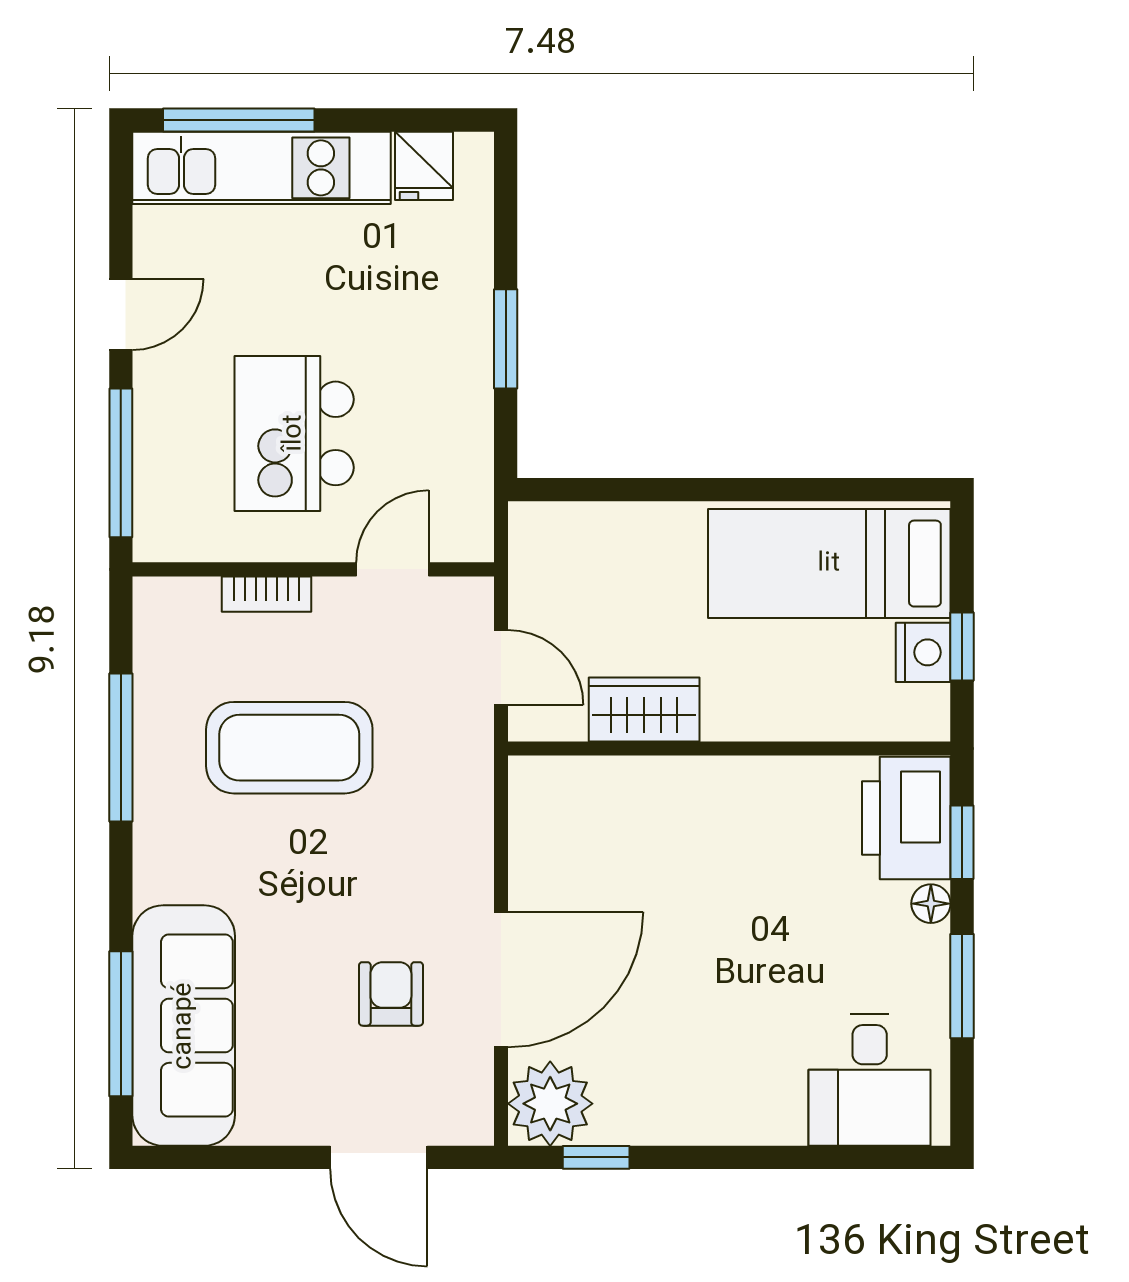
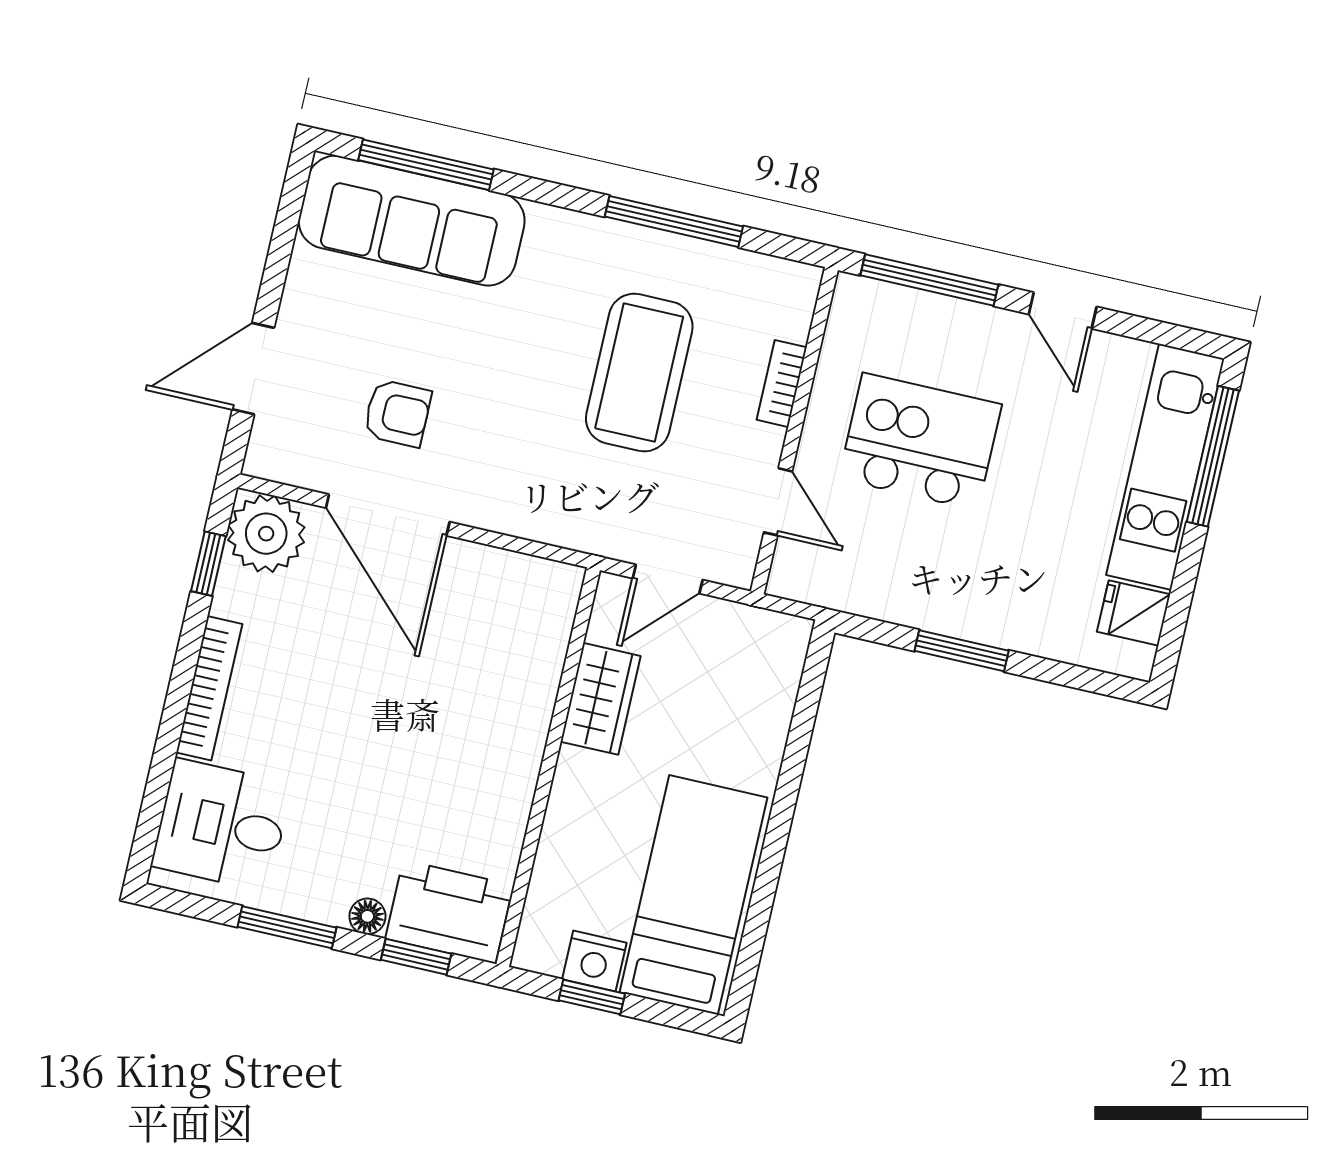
bookcase: (728, 1126) -> (209, 688), added

